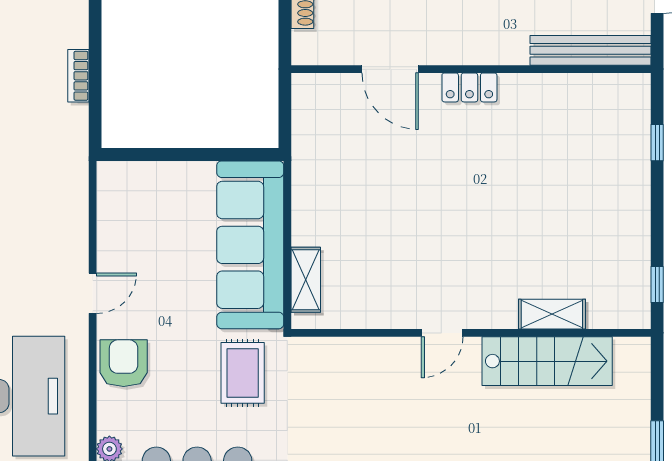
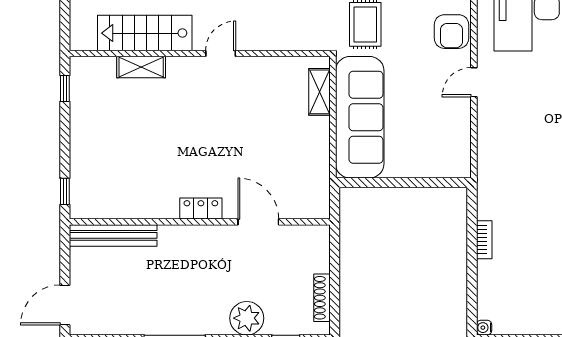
bench: (591, 50) -> (113, 235), moved
door: (390, 69) -> (258, 222), moved
wall: (471, 69) -> (200, 222), moved
locker: (469, 87) -> (201, 209), moved

